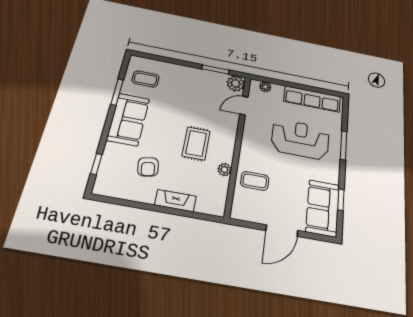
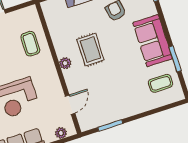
plant: (236, 83) -> (87, 122), removed
plant: (224, 170) -> (65, 63), moved
coffee table: (255, 181) -> (30, 44), turned 90

